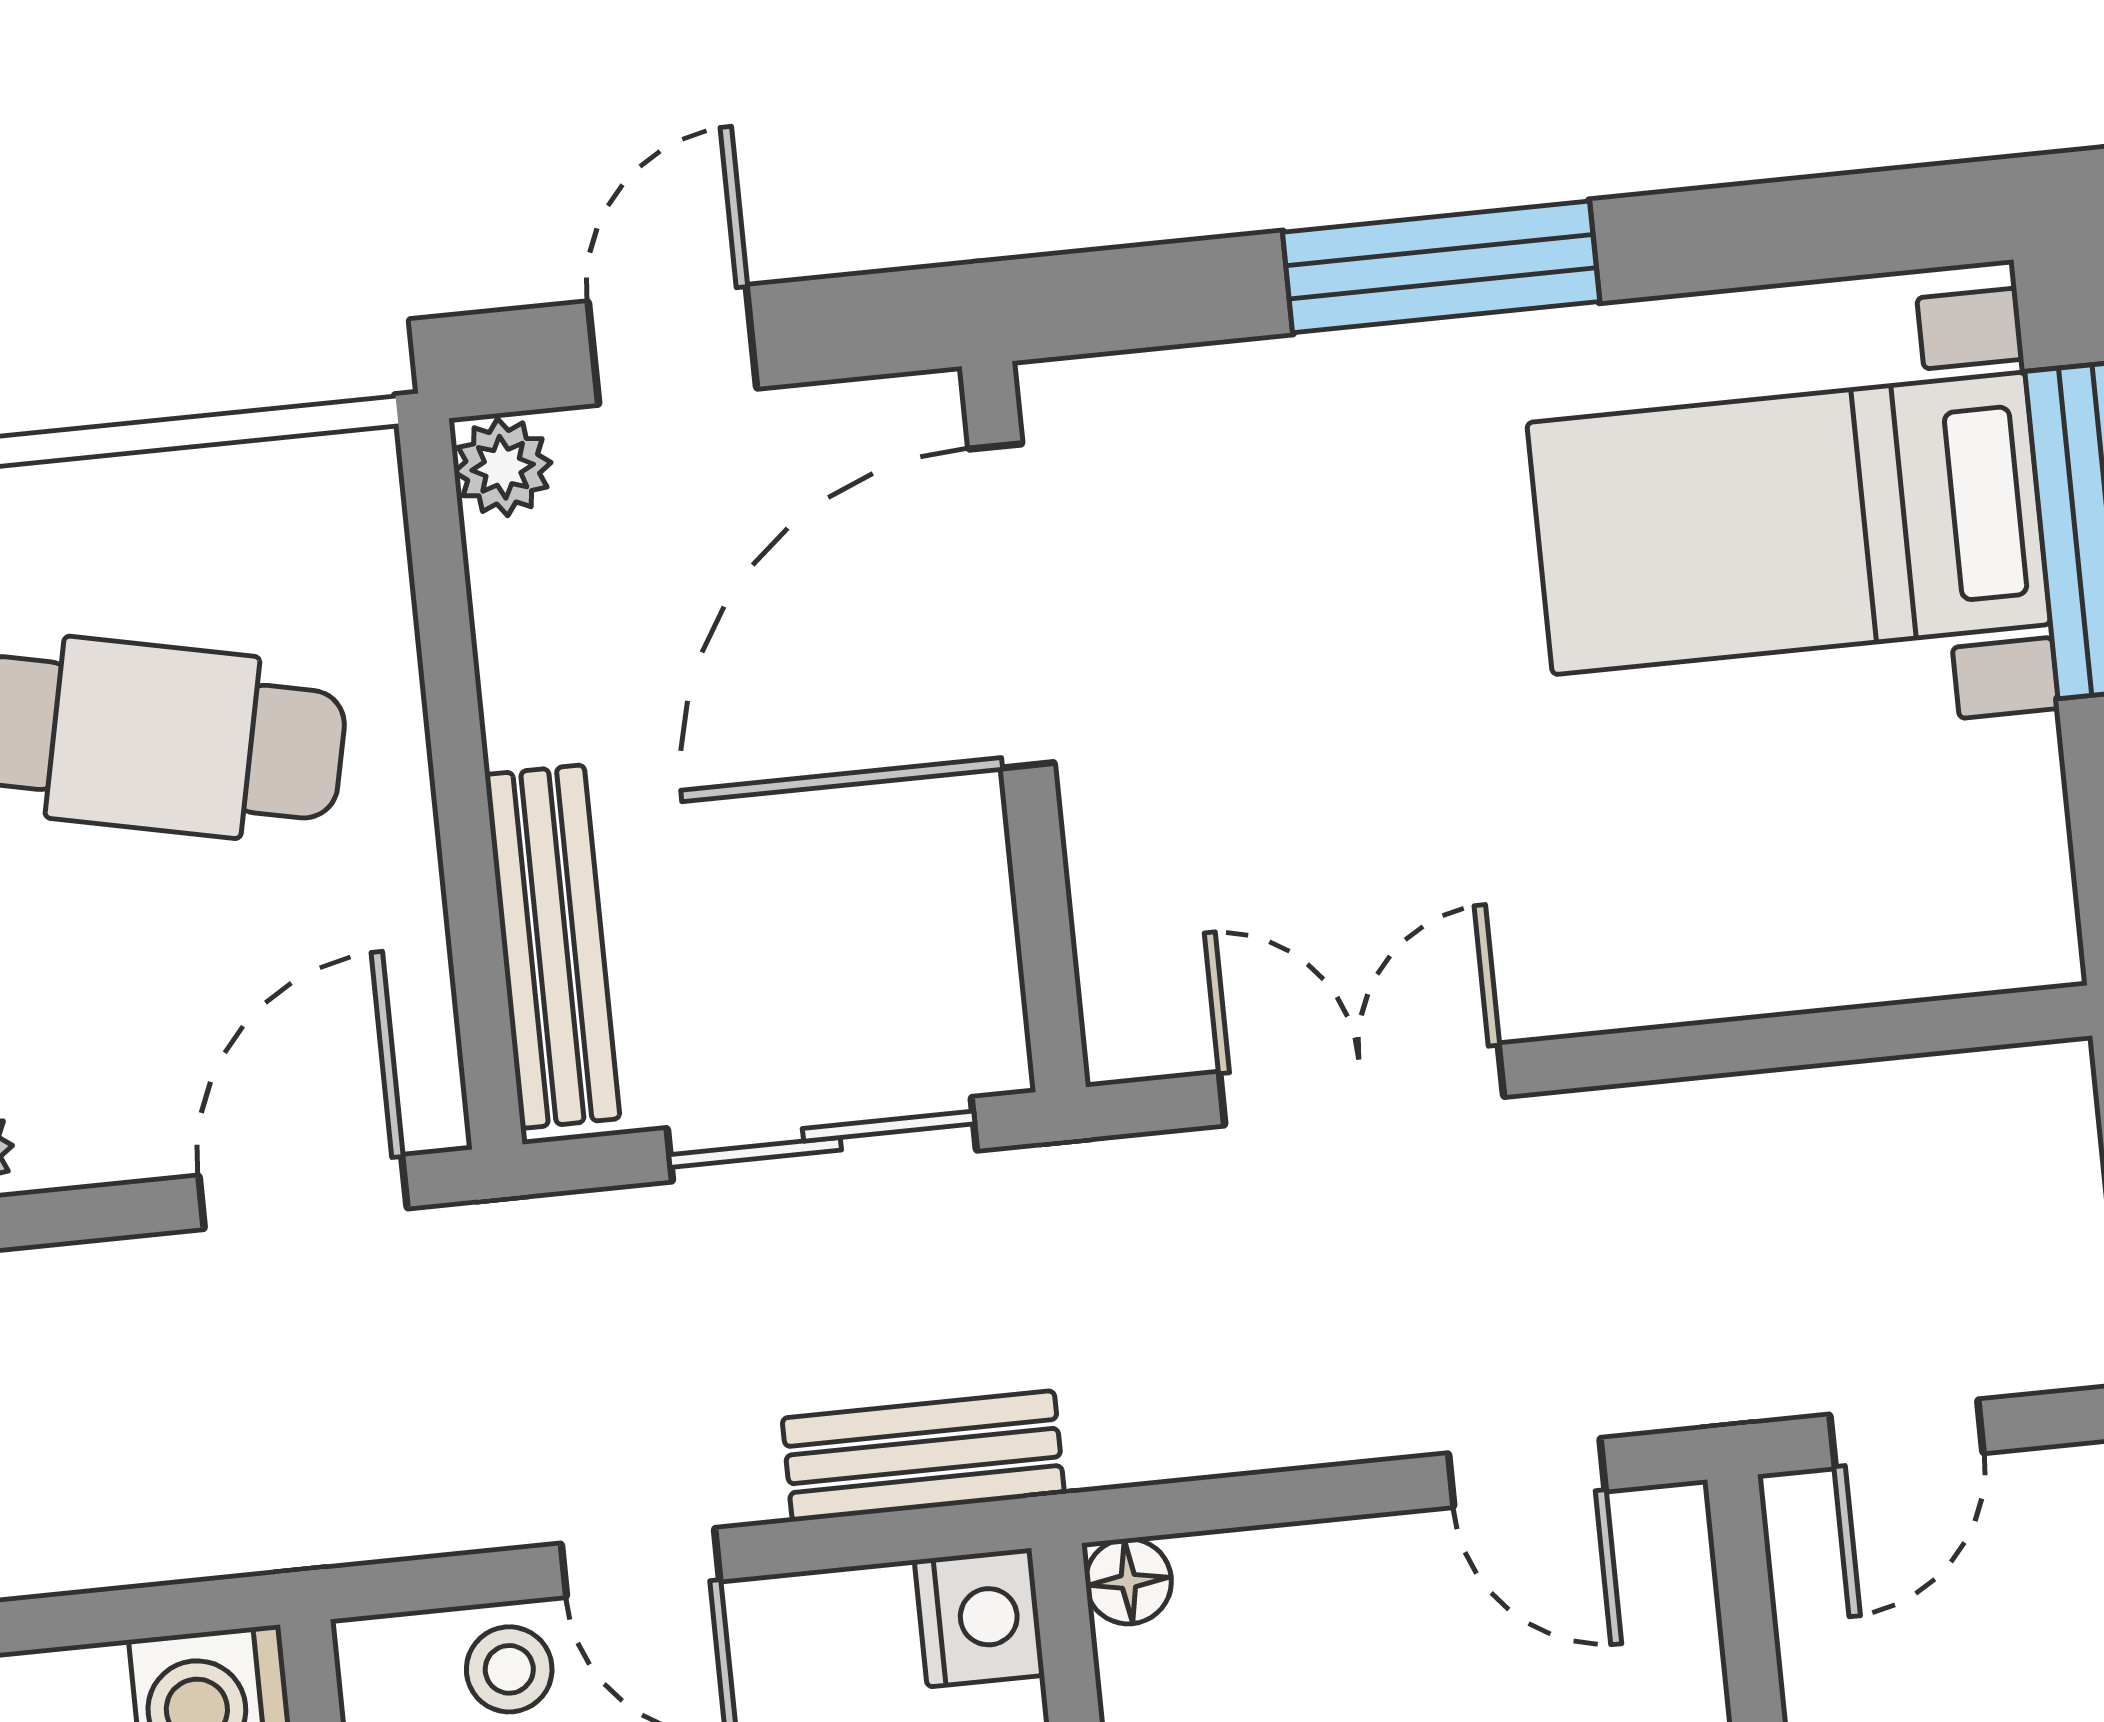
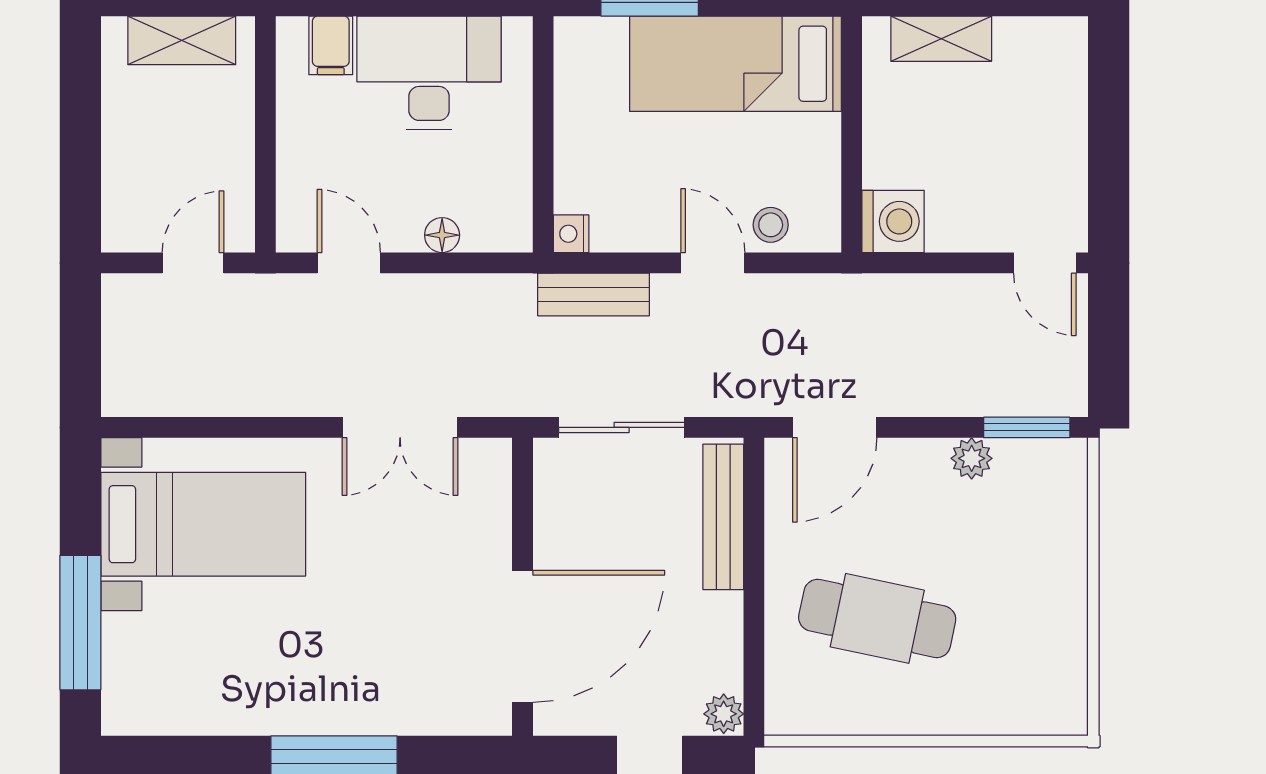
bed with nightstands: (1789, 523) -> (203, 524), moved
floor lamp: (1128, 1581) -> (442, 235), moved
nightstand: (979, 1618) -> (571, 234), width x0.72, depth x0.74

